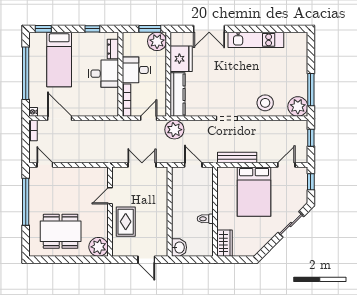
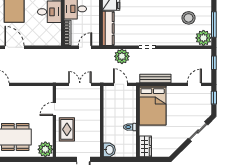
stool: (265, 103) -> (189, 18), moved
plant: (174, 130) -> (122, 56), moved
bed: (254, 192) -> (153, 106), moved

